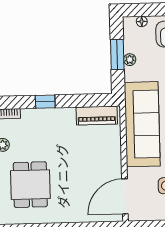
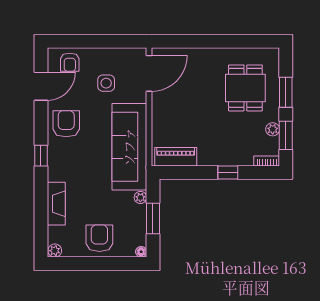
floor lamp: (142, 21) -> (141, 252), moved
plant: (130, 60) -> (140, 197), moved

